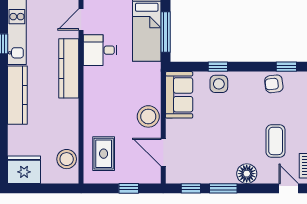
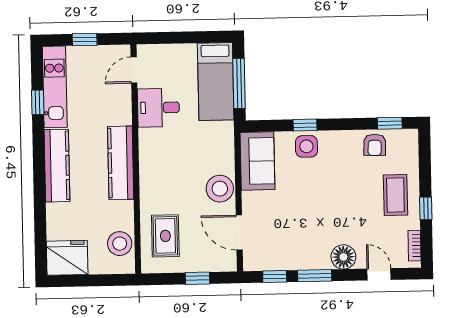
kitchen counter: (69, 68) -> (121, 163), moved
armchair: (274, 84) -> (375, 145), turned -81
coffee table: (276, 141) -> (395, 195), moved
door: (289, 188) -> (379, 274), moved

